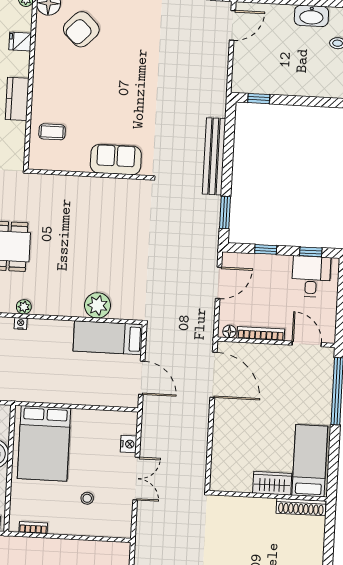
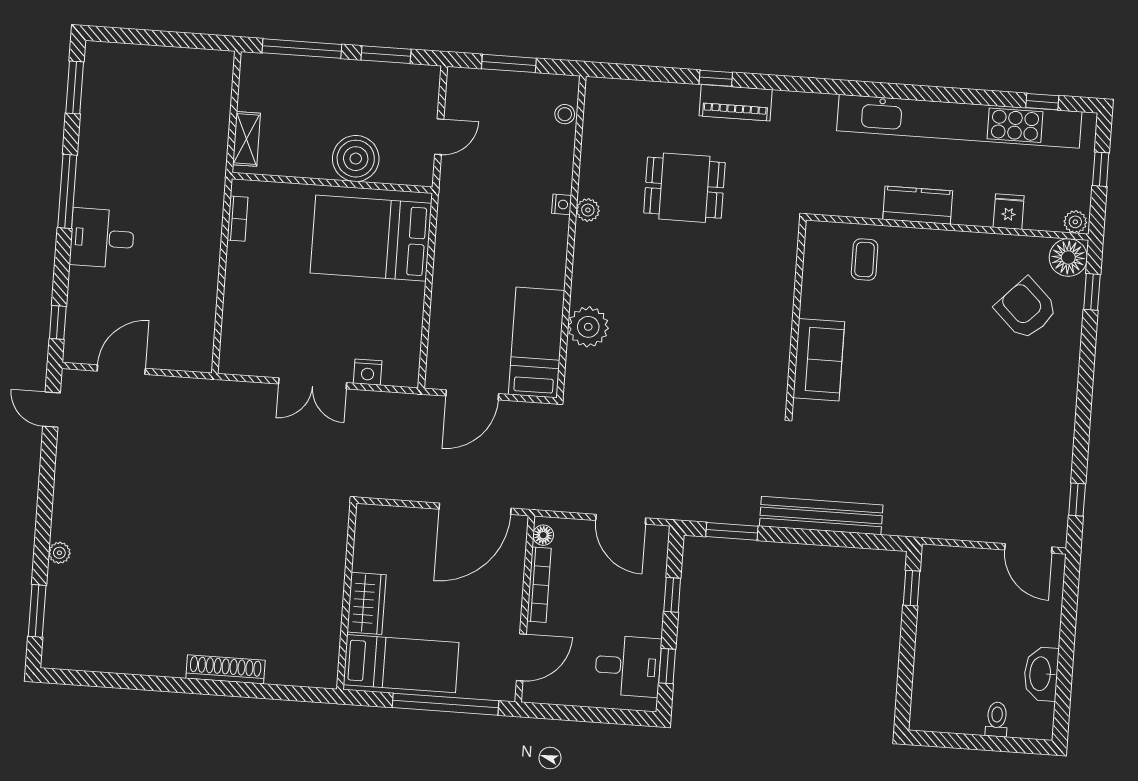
bed: (310, 461) -> (401, 664), moved
wardrobe: (272, 483) -> (366, 603), moved
wall: (268, 496) -> (347, 596), moved
stool: (87, 498) -> (283, 305), removed
shoe rack: (301, 507) -> (225, 669), moved, turned 90

